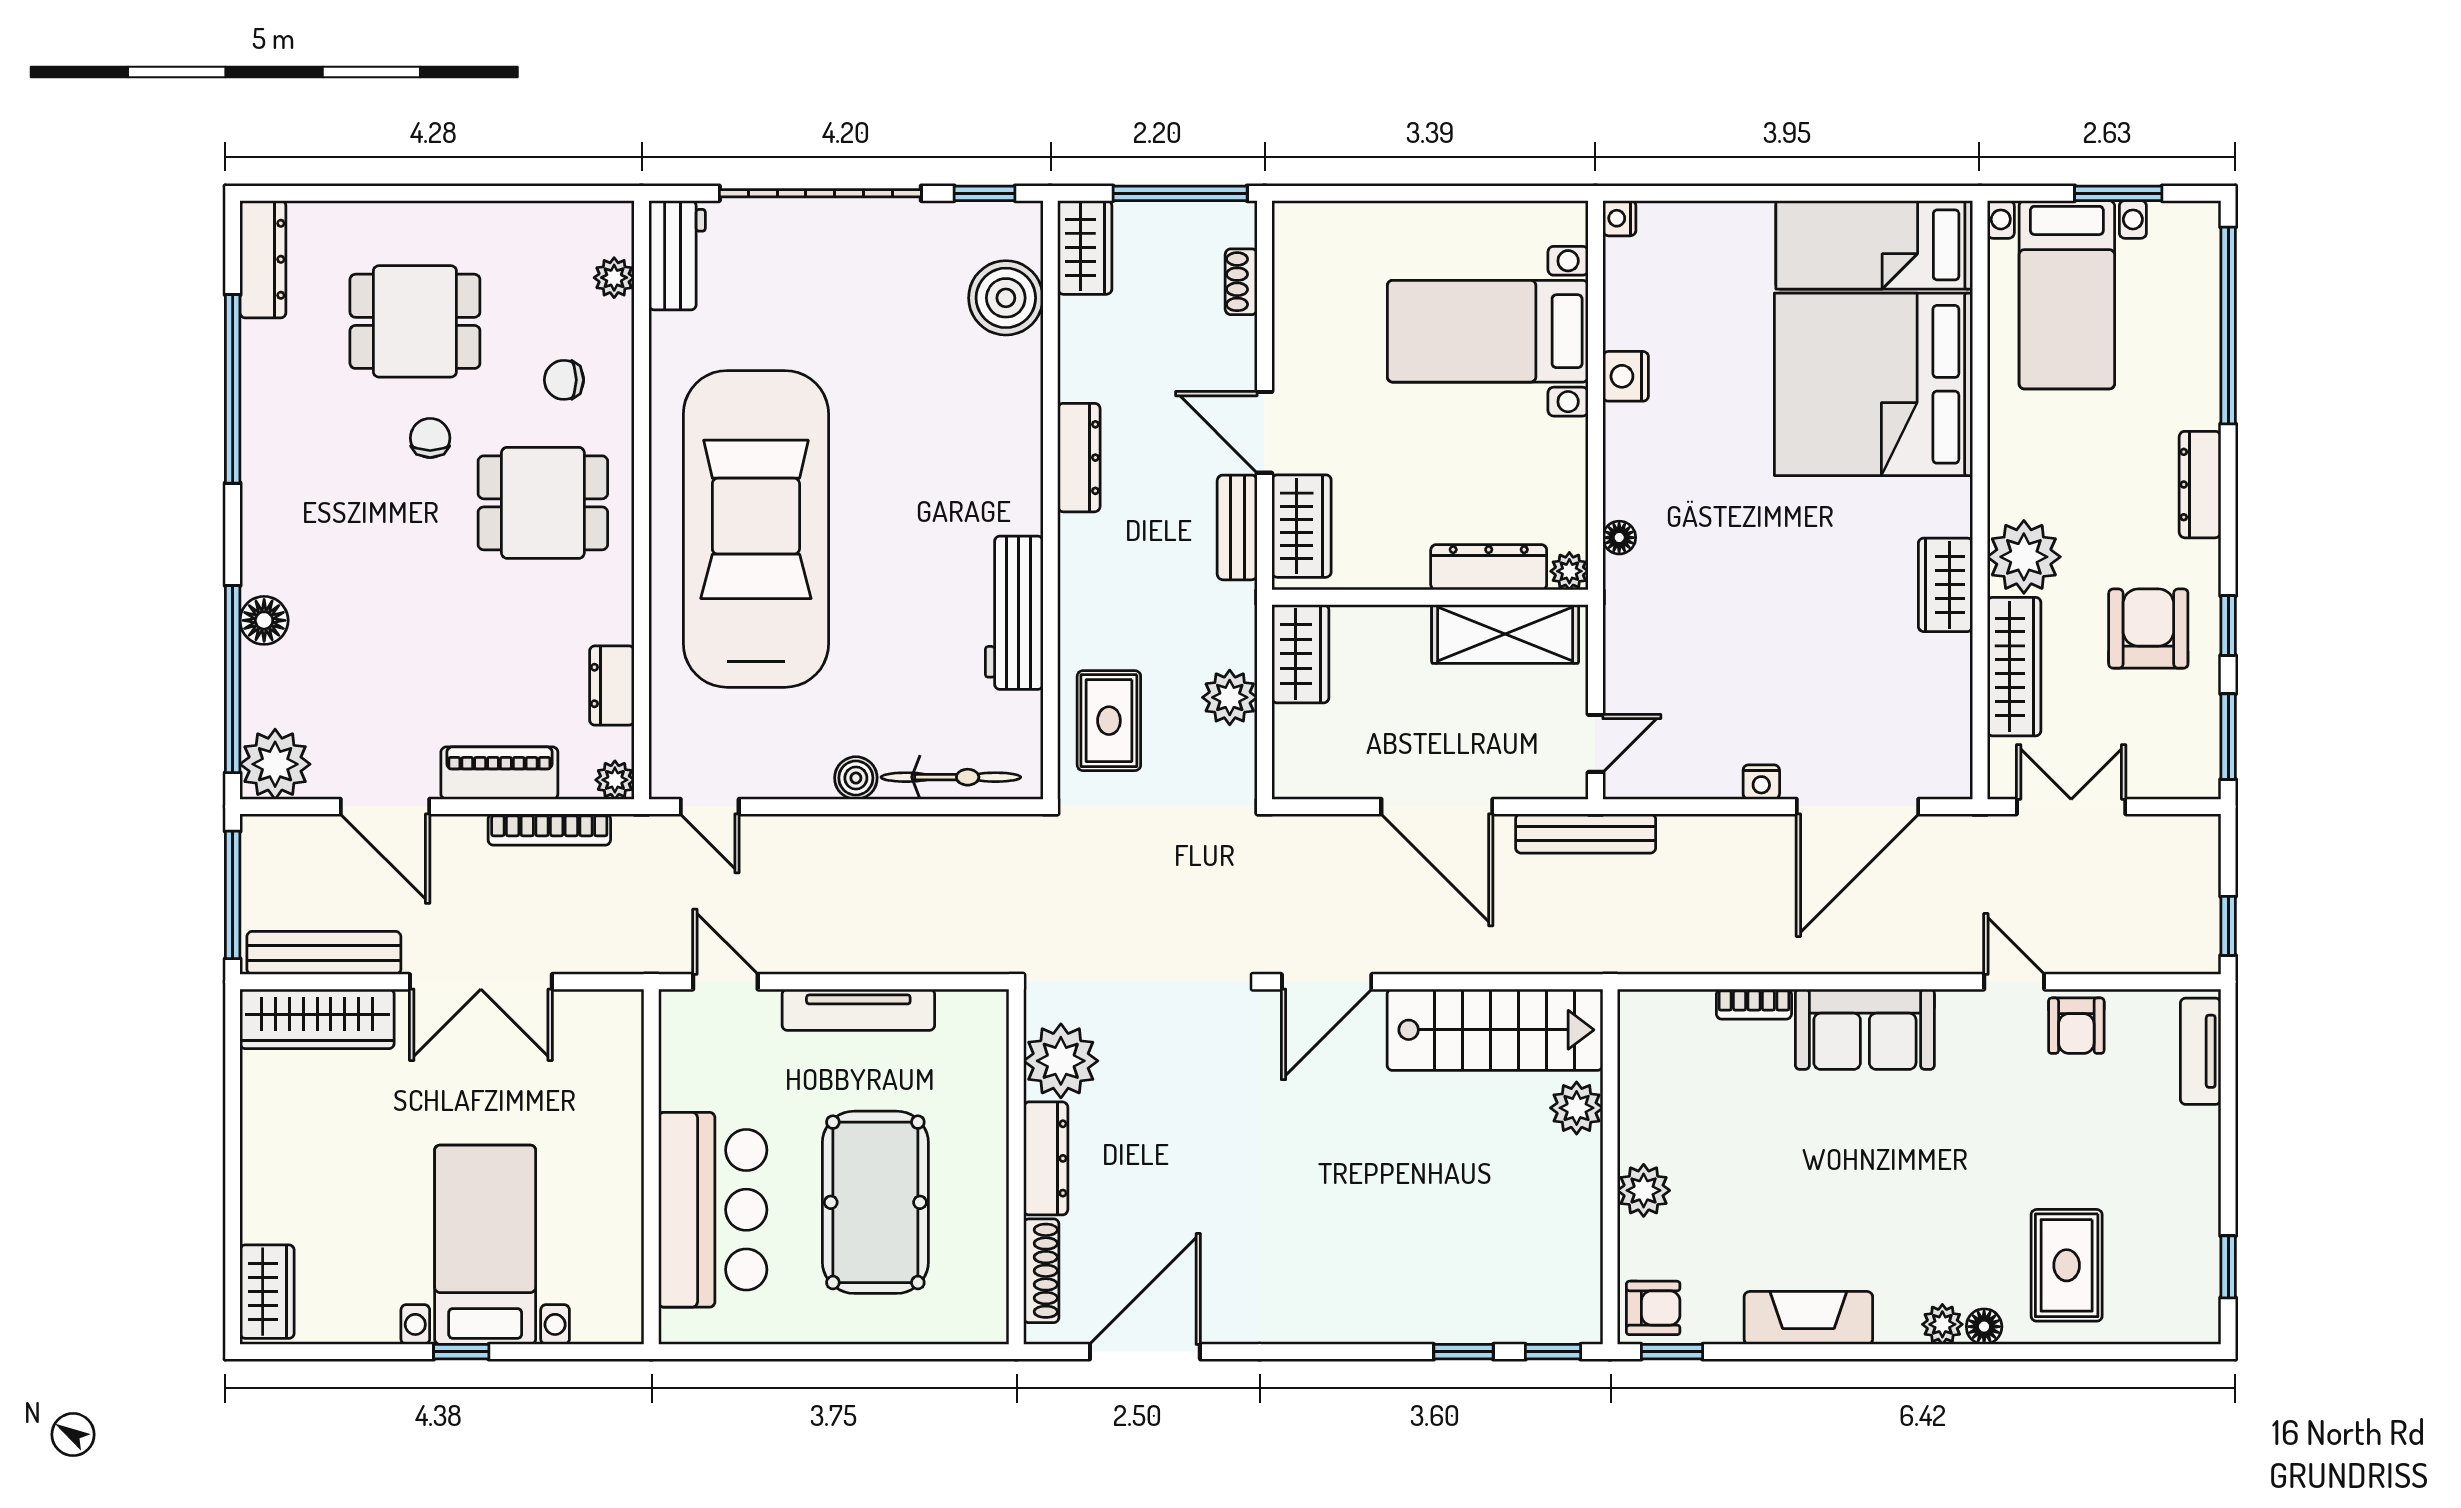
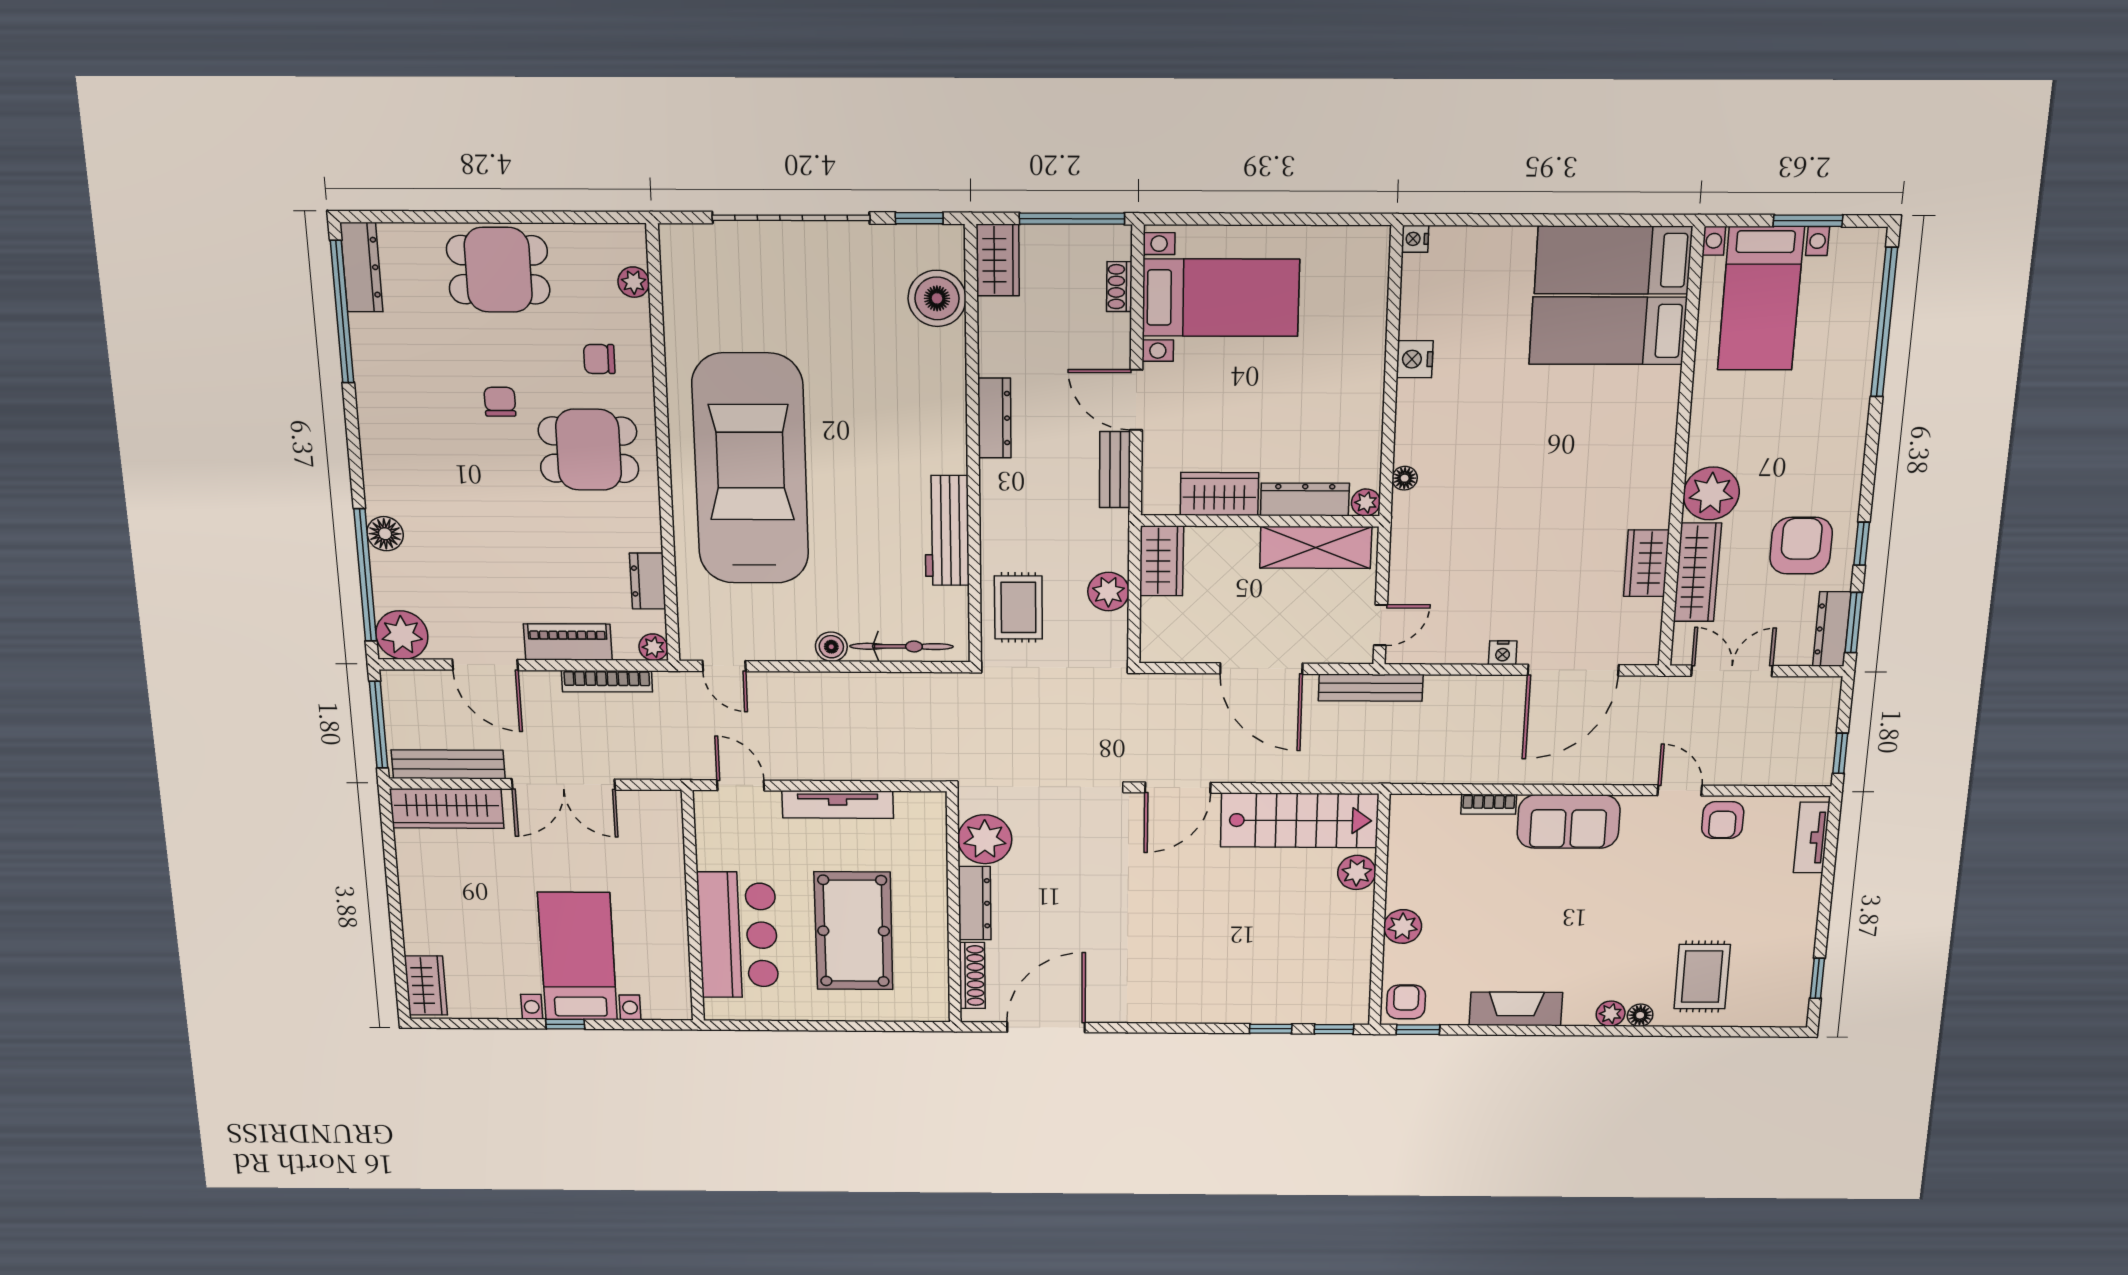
workbench: (677, 255) -> (681, 265), removed
dining table: (415, 321) -> (498, 270), moved
bed with nightstands: (1488, 331) -> (1221, 298), moved, turned 180
bed: (1873, 384) -> (1608, 331), width x0.49
window: (233, 389) -> (342, 312), moved
dresser: (2200, 485) -> (1832, 629), moved
wardrobe: (1302, 526) -> (1219, 494), moved, turned -90
wardrobe: (1946, 585) -> (1646, 563), moved
armchair: (1653, 1308) -> (1406, 1002), turned -90

